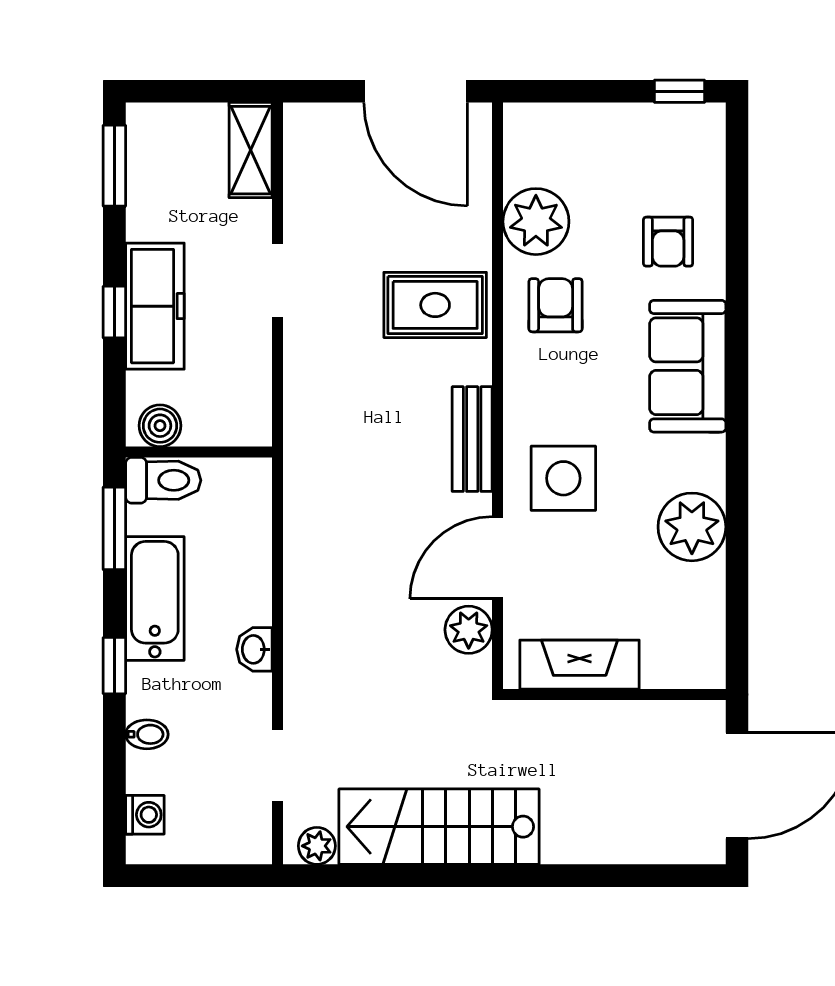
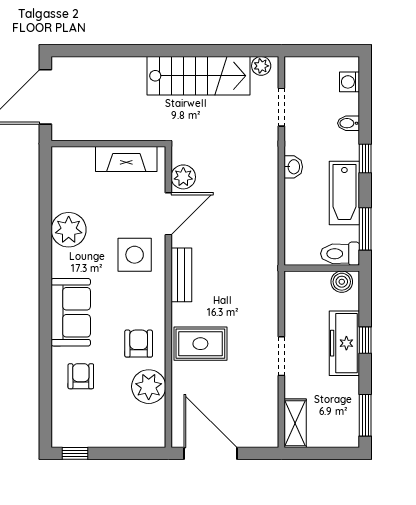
armchair: (556, 305) -> (139, 344), turned 180

